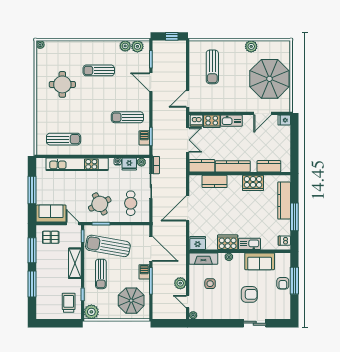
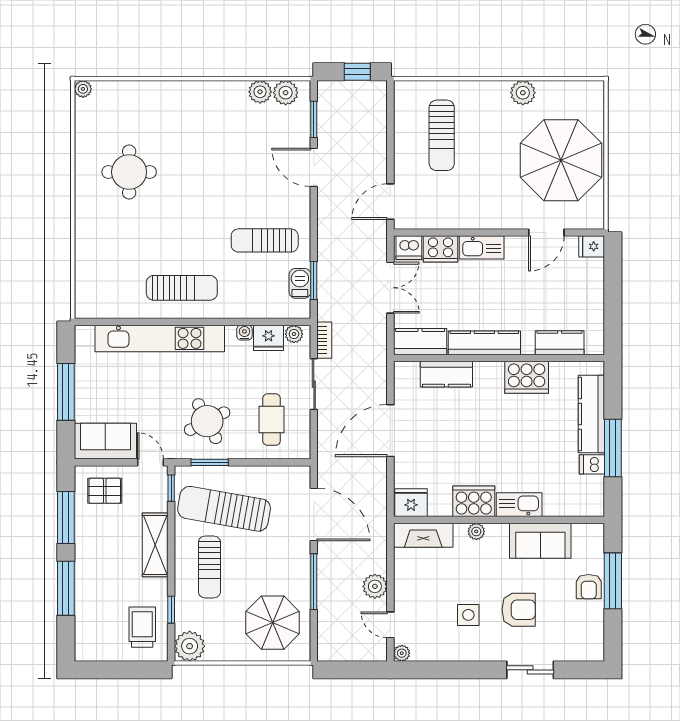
sun lounger: (99, 70) -> (205, 143), removed
sun lounger: (64, 139) -> (182, 288), moved
dishwasher: (284, 241) -> (592, 464), moved
barbecue: (144, 272) -> (300, 563), removed
side table: (210, 284) -> (468, 615), moved

